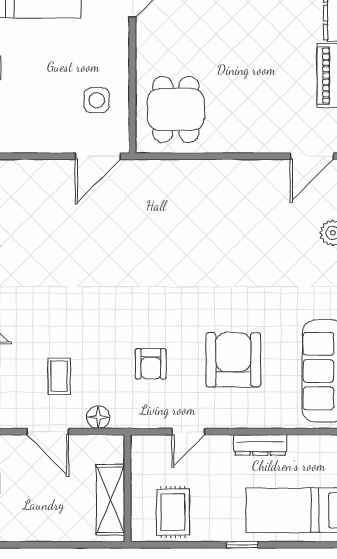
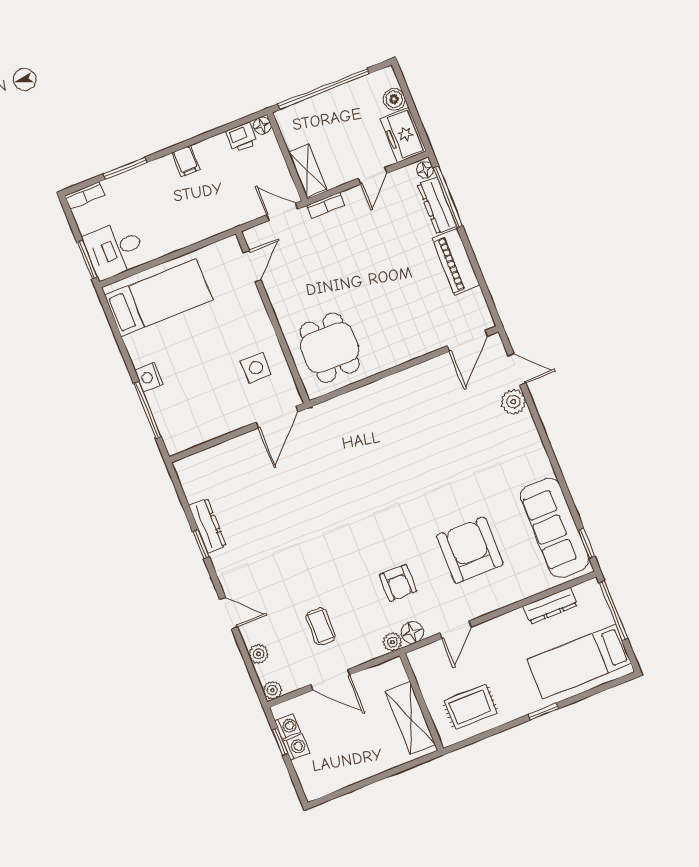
floor lamp: (98, 417) -> (412, 632), moved
plant: (123, 419) -> (392, 642), added
dresser: (260, 445) -> (551, 606), moved
rug: (173, 512) -> (470, 707), turned 90

